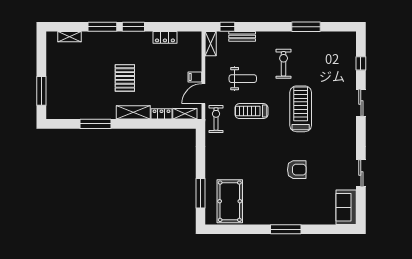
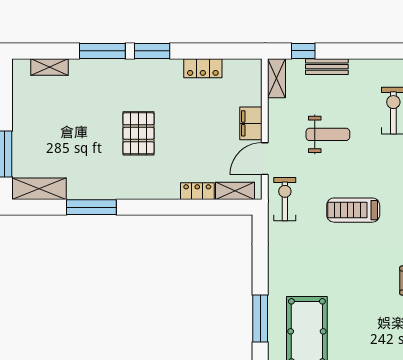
filing cabinet: (195, 77) -> (251, 123), width x2.00
treadmill: (251, 111) -> (353, 210), moved
shelving: (133, 112) -> (39, 189), moved

